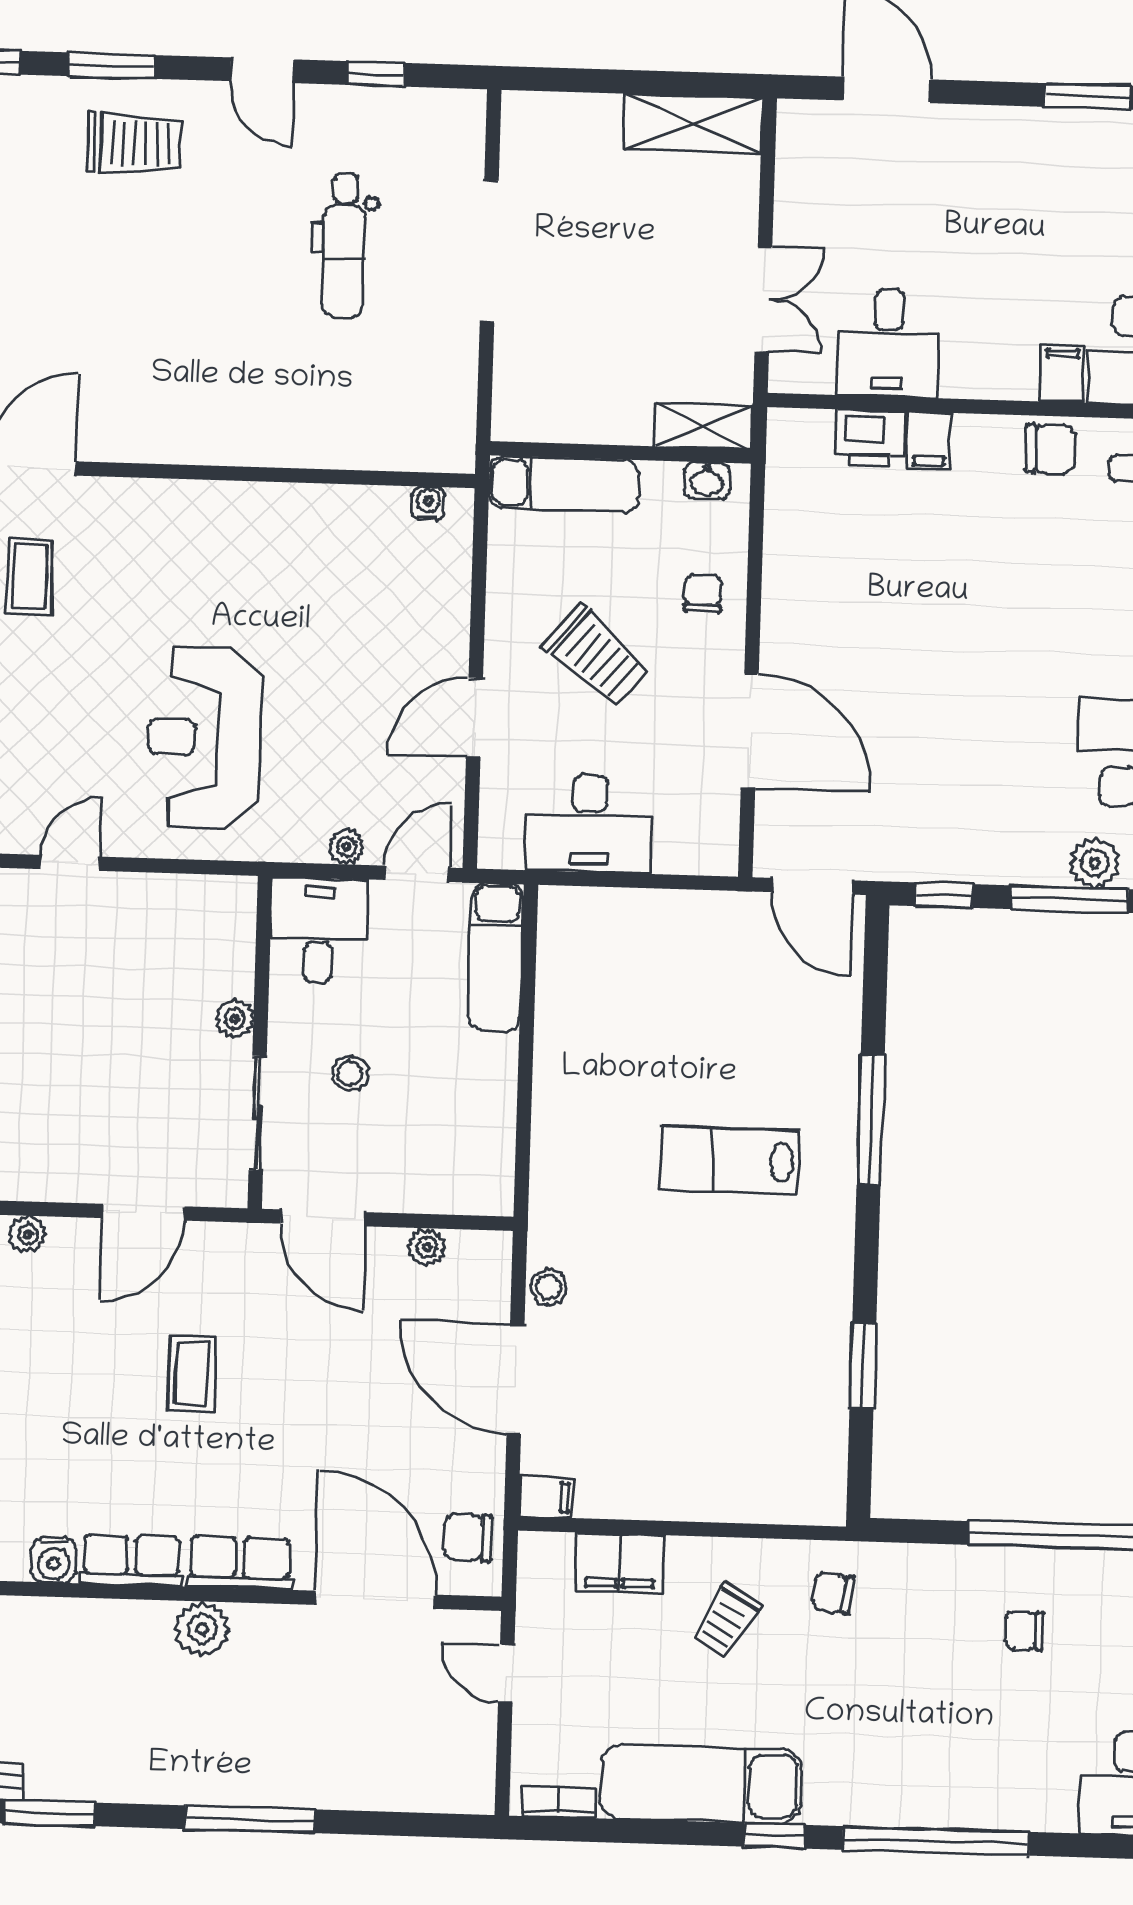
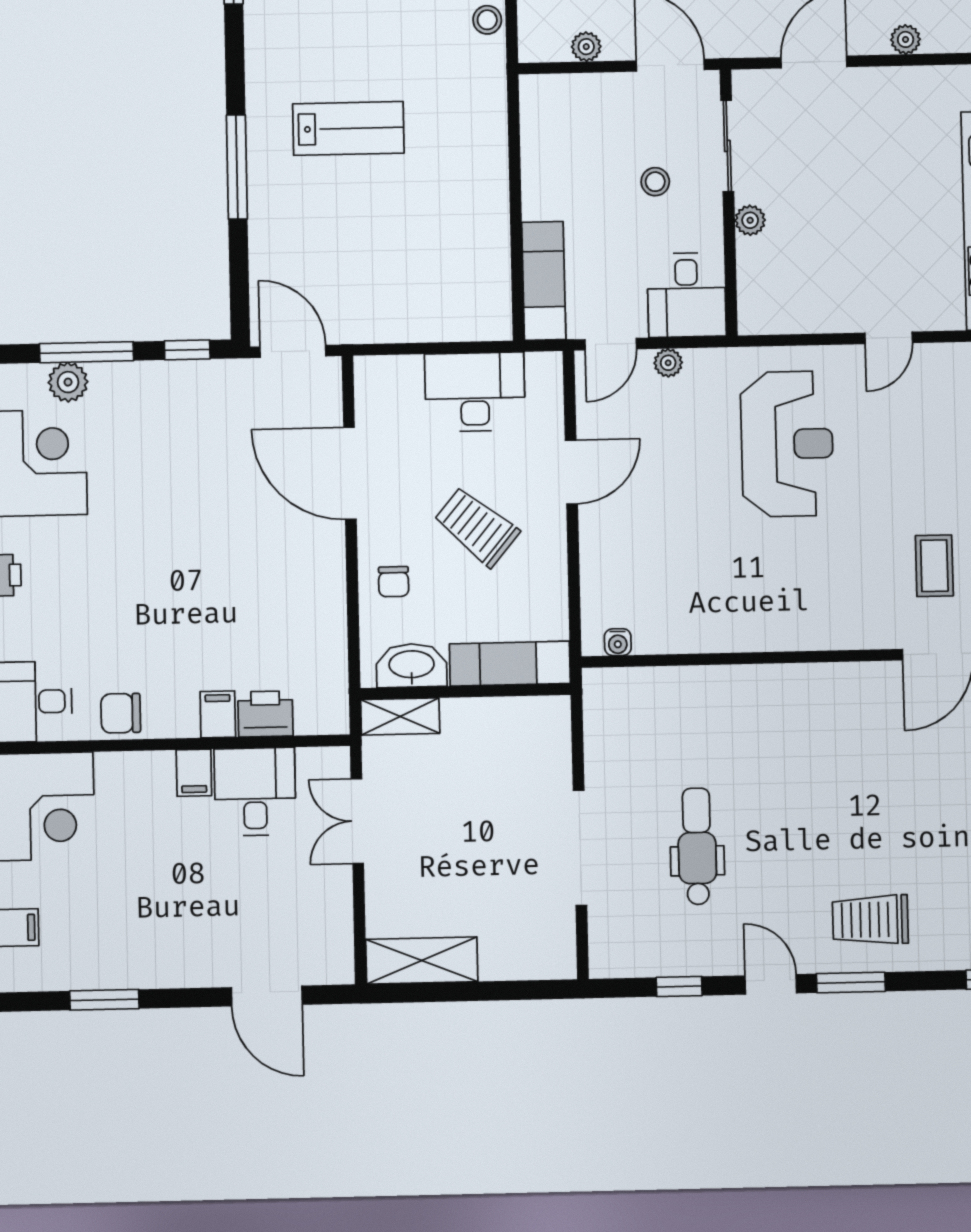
window: (112, 66) -> (851, 983), moved
filing cabinet: (1062, 373) -> (194, 773), moved
washbasin: (707, 481) -> (412, 665), width x1.91, depth x1.45

